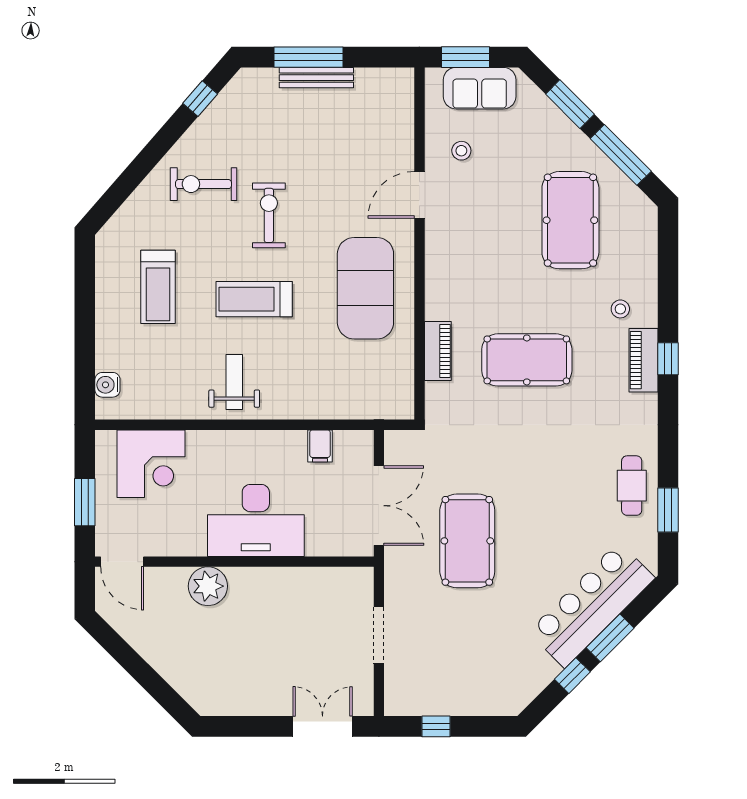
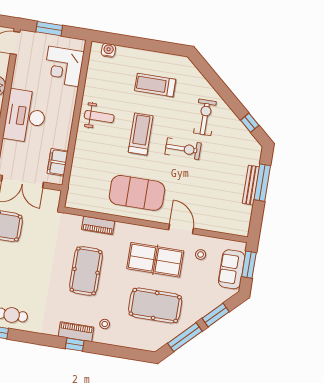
table tennis table: (485, 234) -> (155, 260), added
filing cabinet: (320, 446) -> (58, 162), width x2.00

